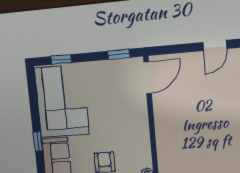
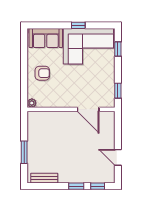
door: (148, 78) -> (88, 109), moved
window: (38, 141) -> (78, 25), moved

